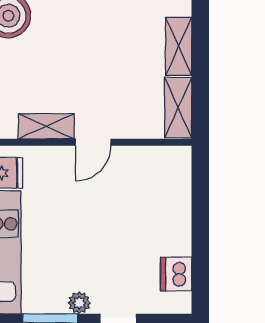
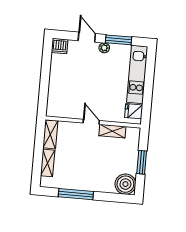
door: (93, 142) -> (91, 122), hinge flipped
dishwasher: (176, 274) -> (60, 46), moved, turned 90

